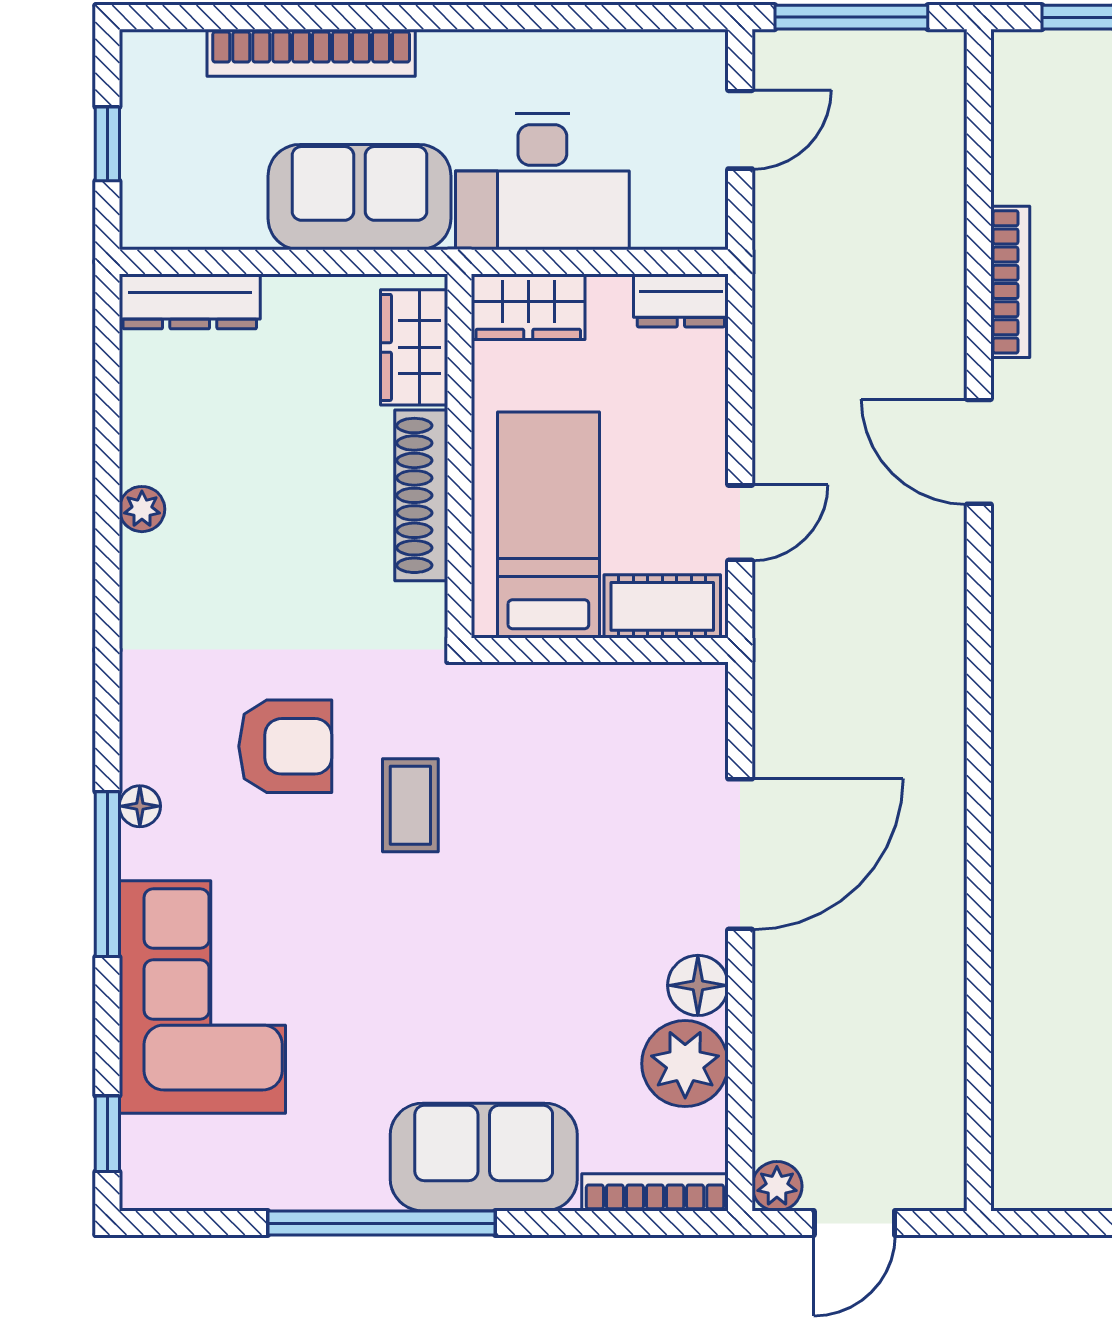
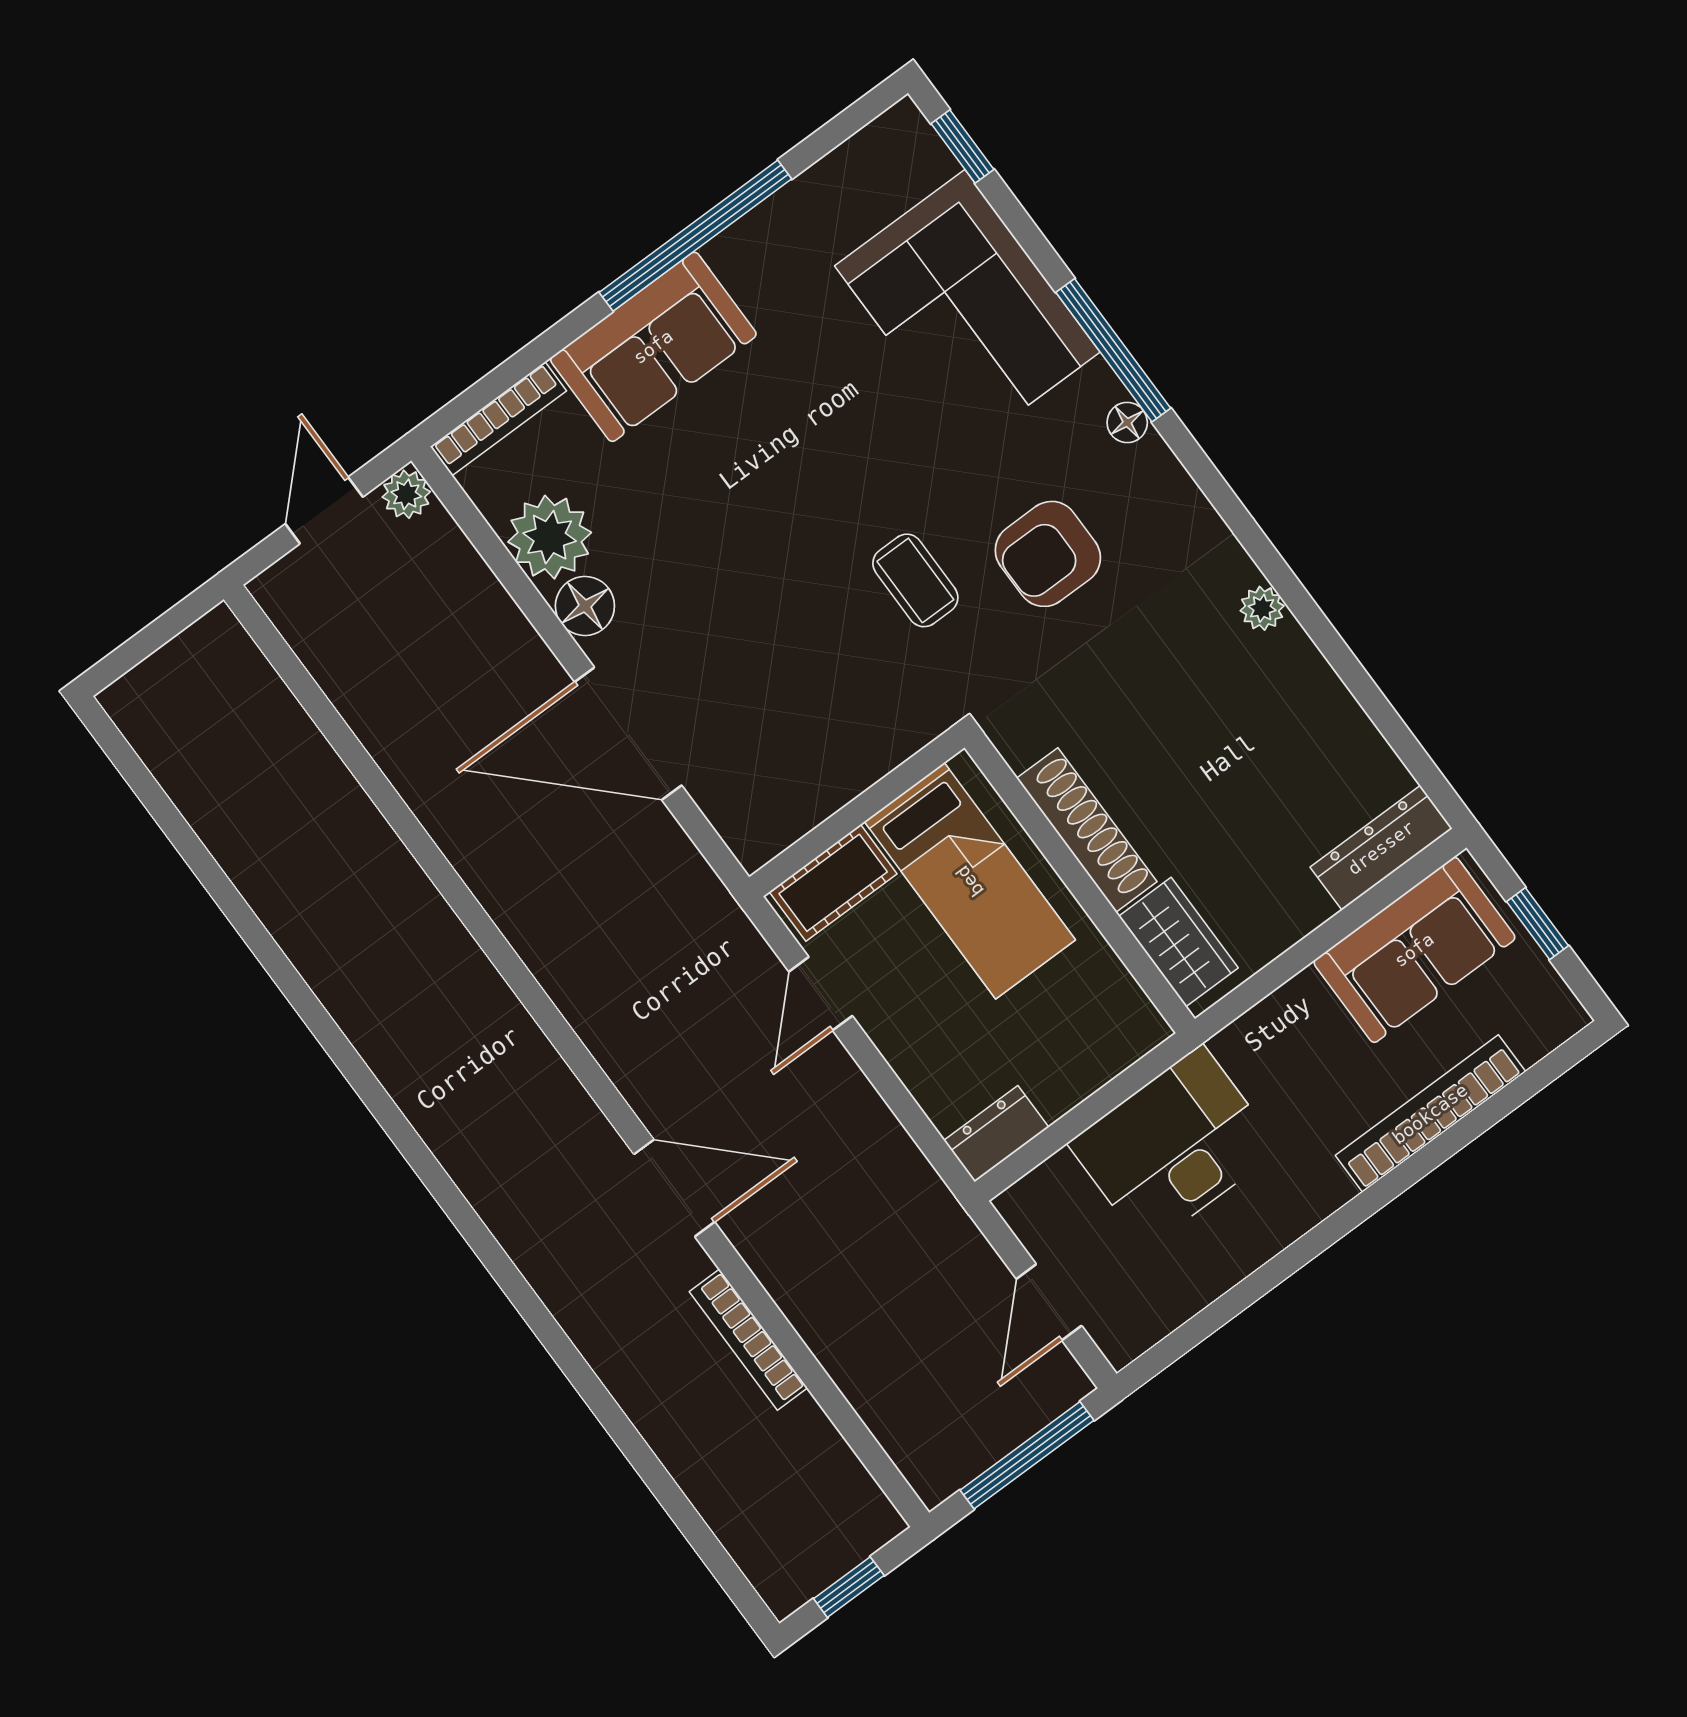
sofa: (360, 197) -> (1414, 950), moved
wardrobe: (528, 307) -> (1112, 1040), removed
plant: (142, 509) -> (1262, 608), moved
door: (740, 854) -> (628, 734), hinge flipped

